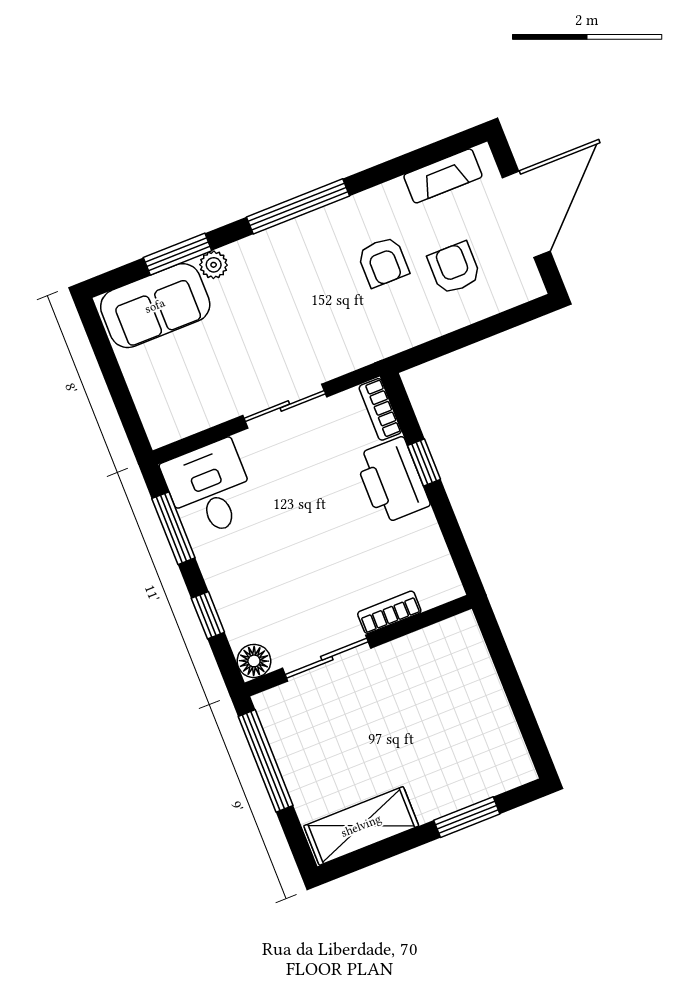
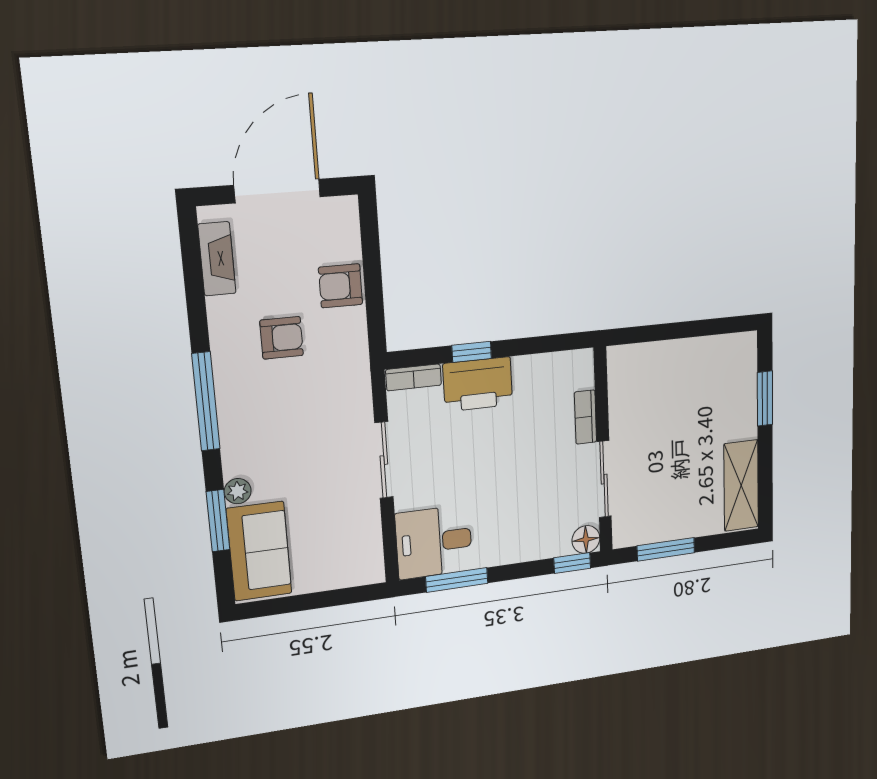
door: (526, 214) -> (277, 191), hinge flipped
armchair: (454, 268) -> (341, 286), moved
window: (208, 615) -> (572, 563), moved
window: (266, 761) -> (666, 549), width x0.69

